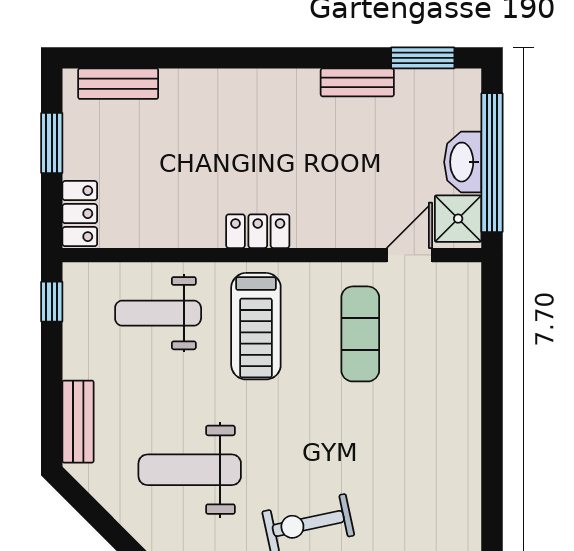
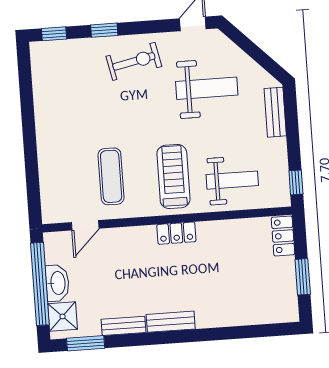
bench: (118, 84) -> (171, 322), moved
shower: (458, 219) -> (63, 316), moved

